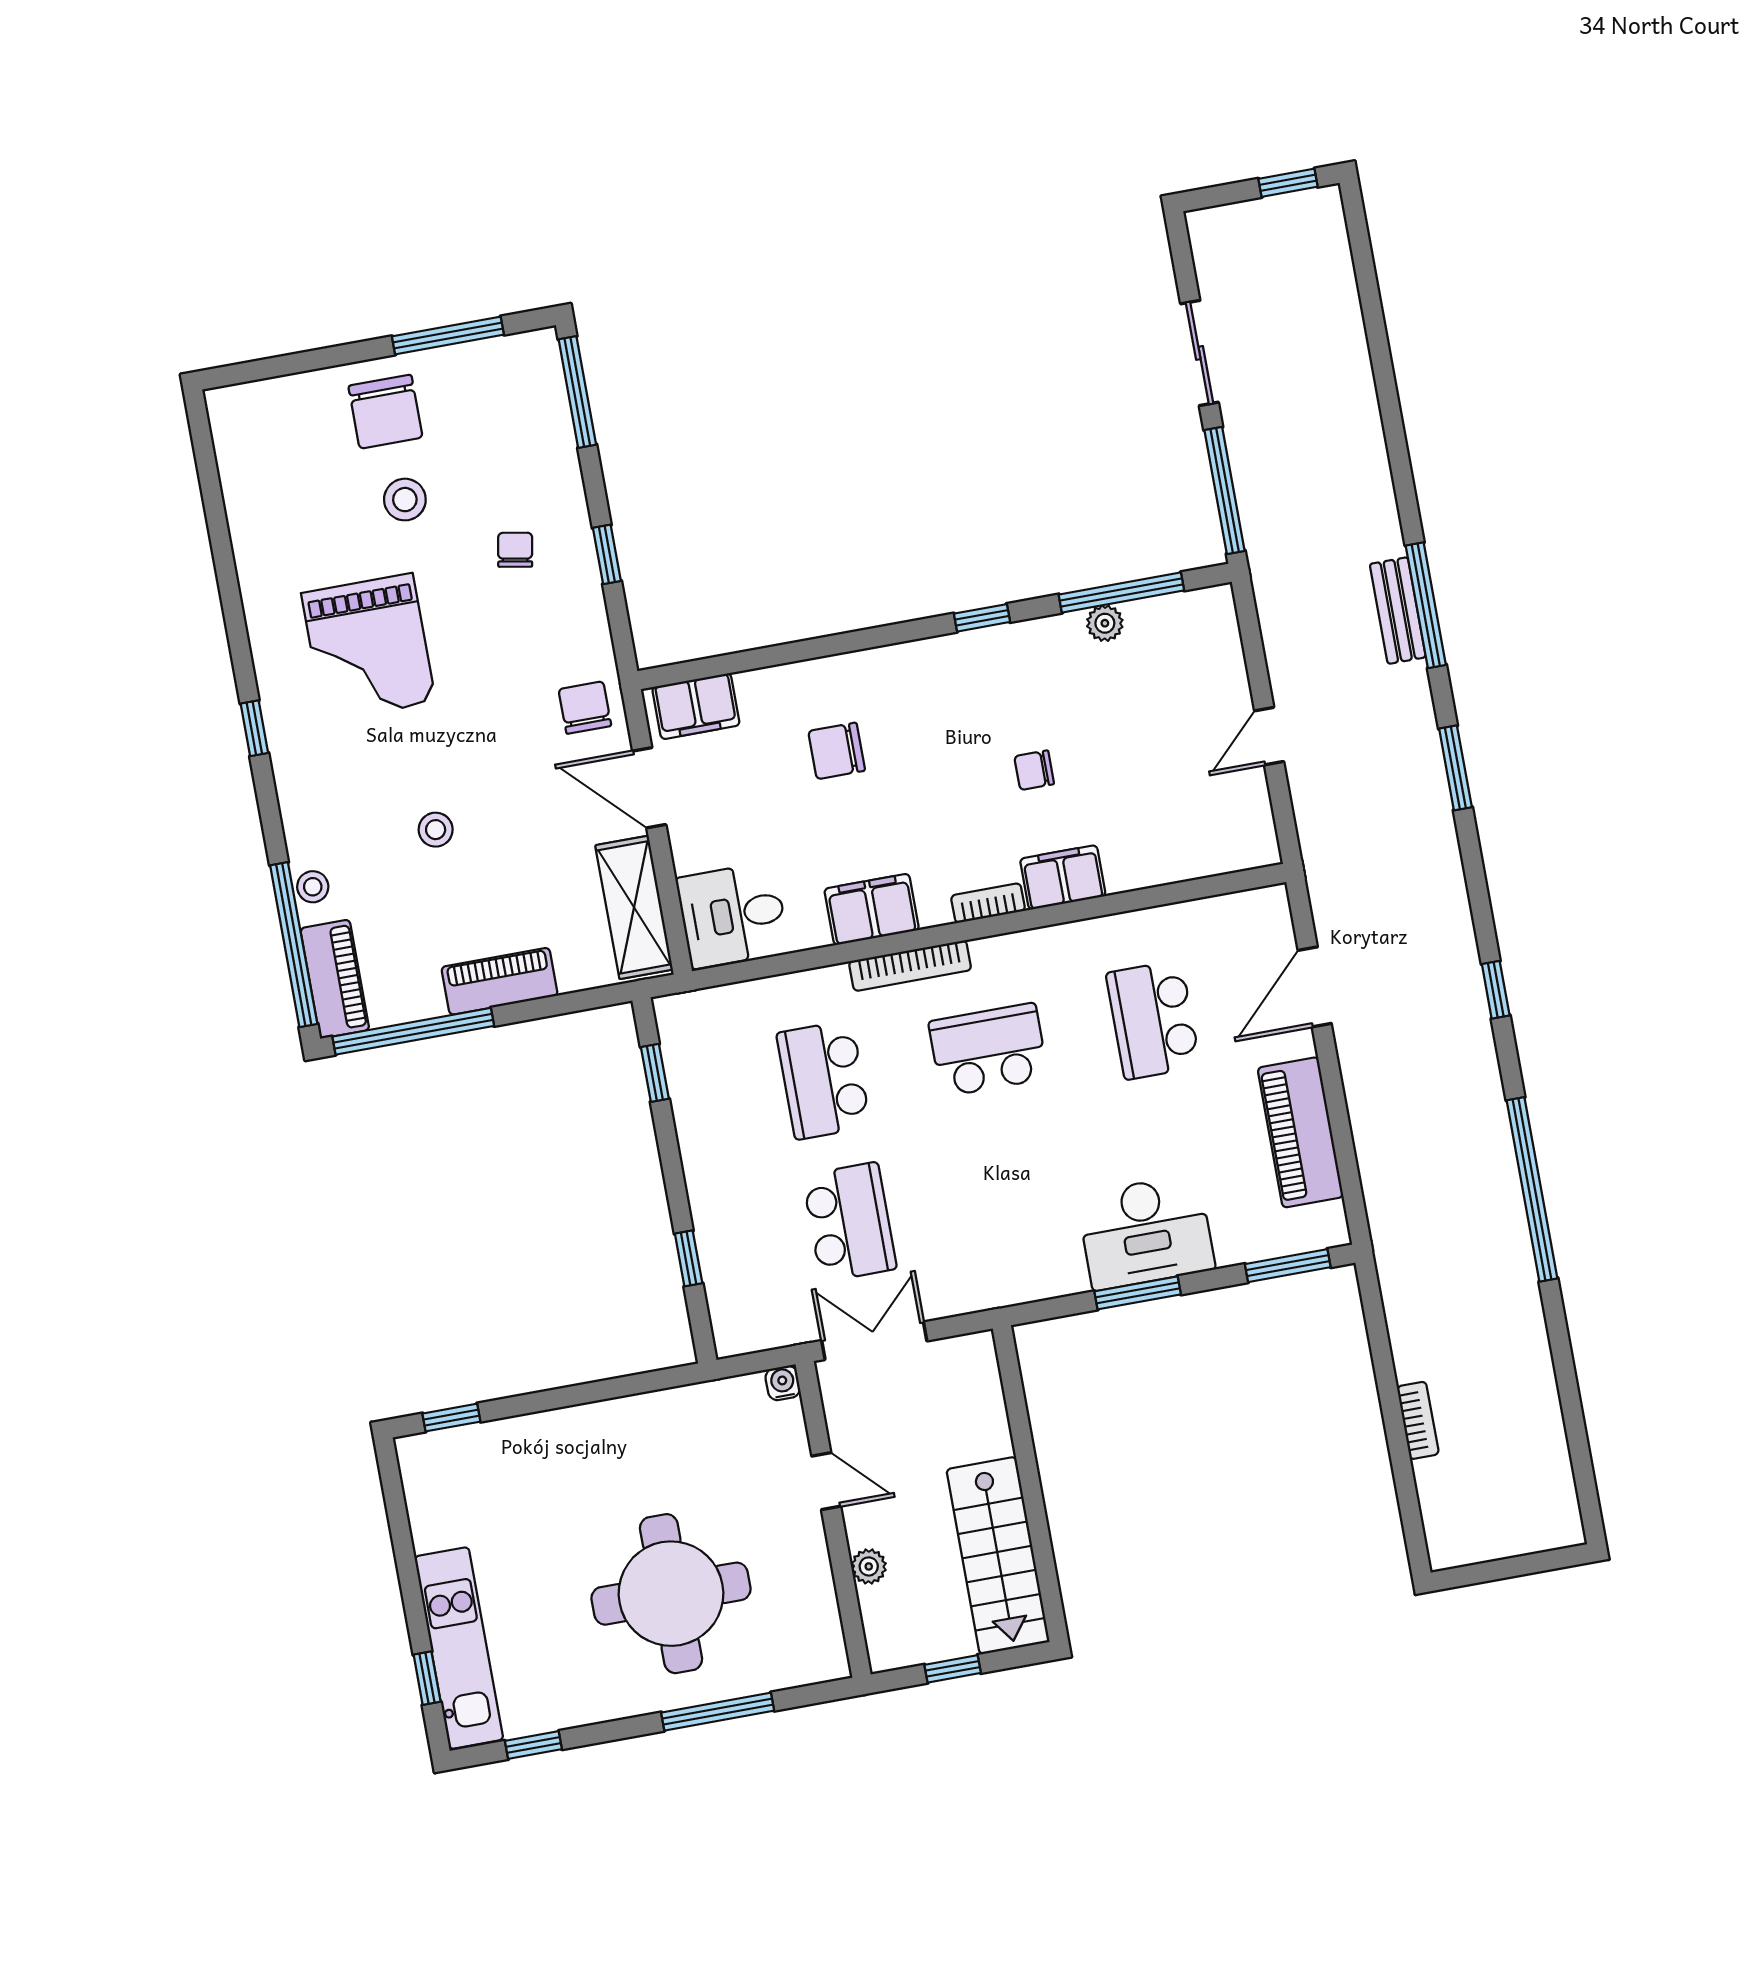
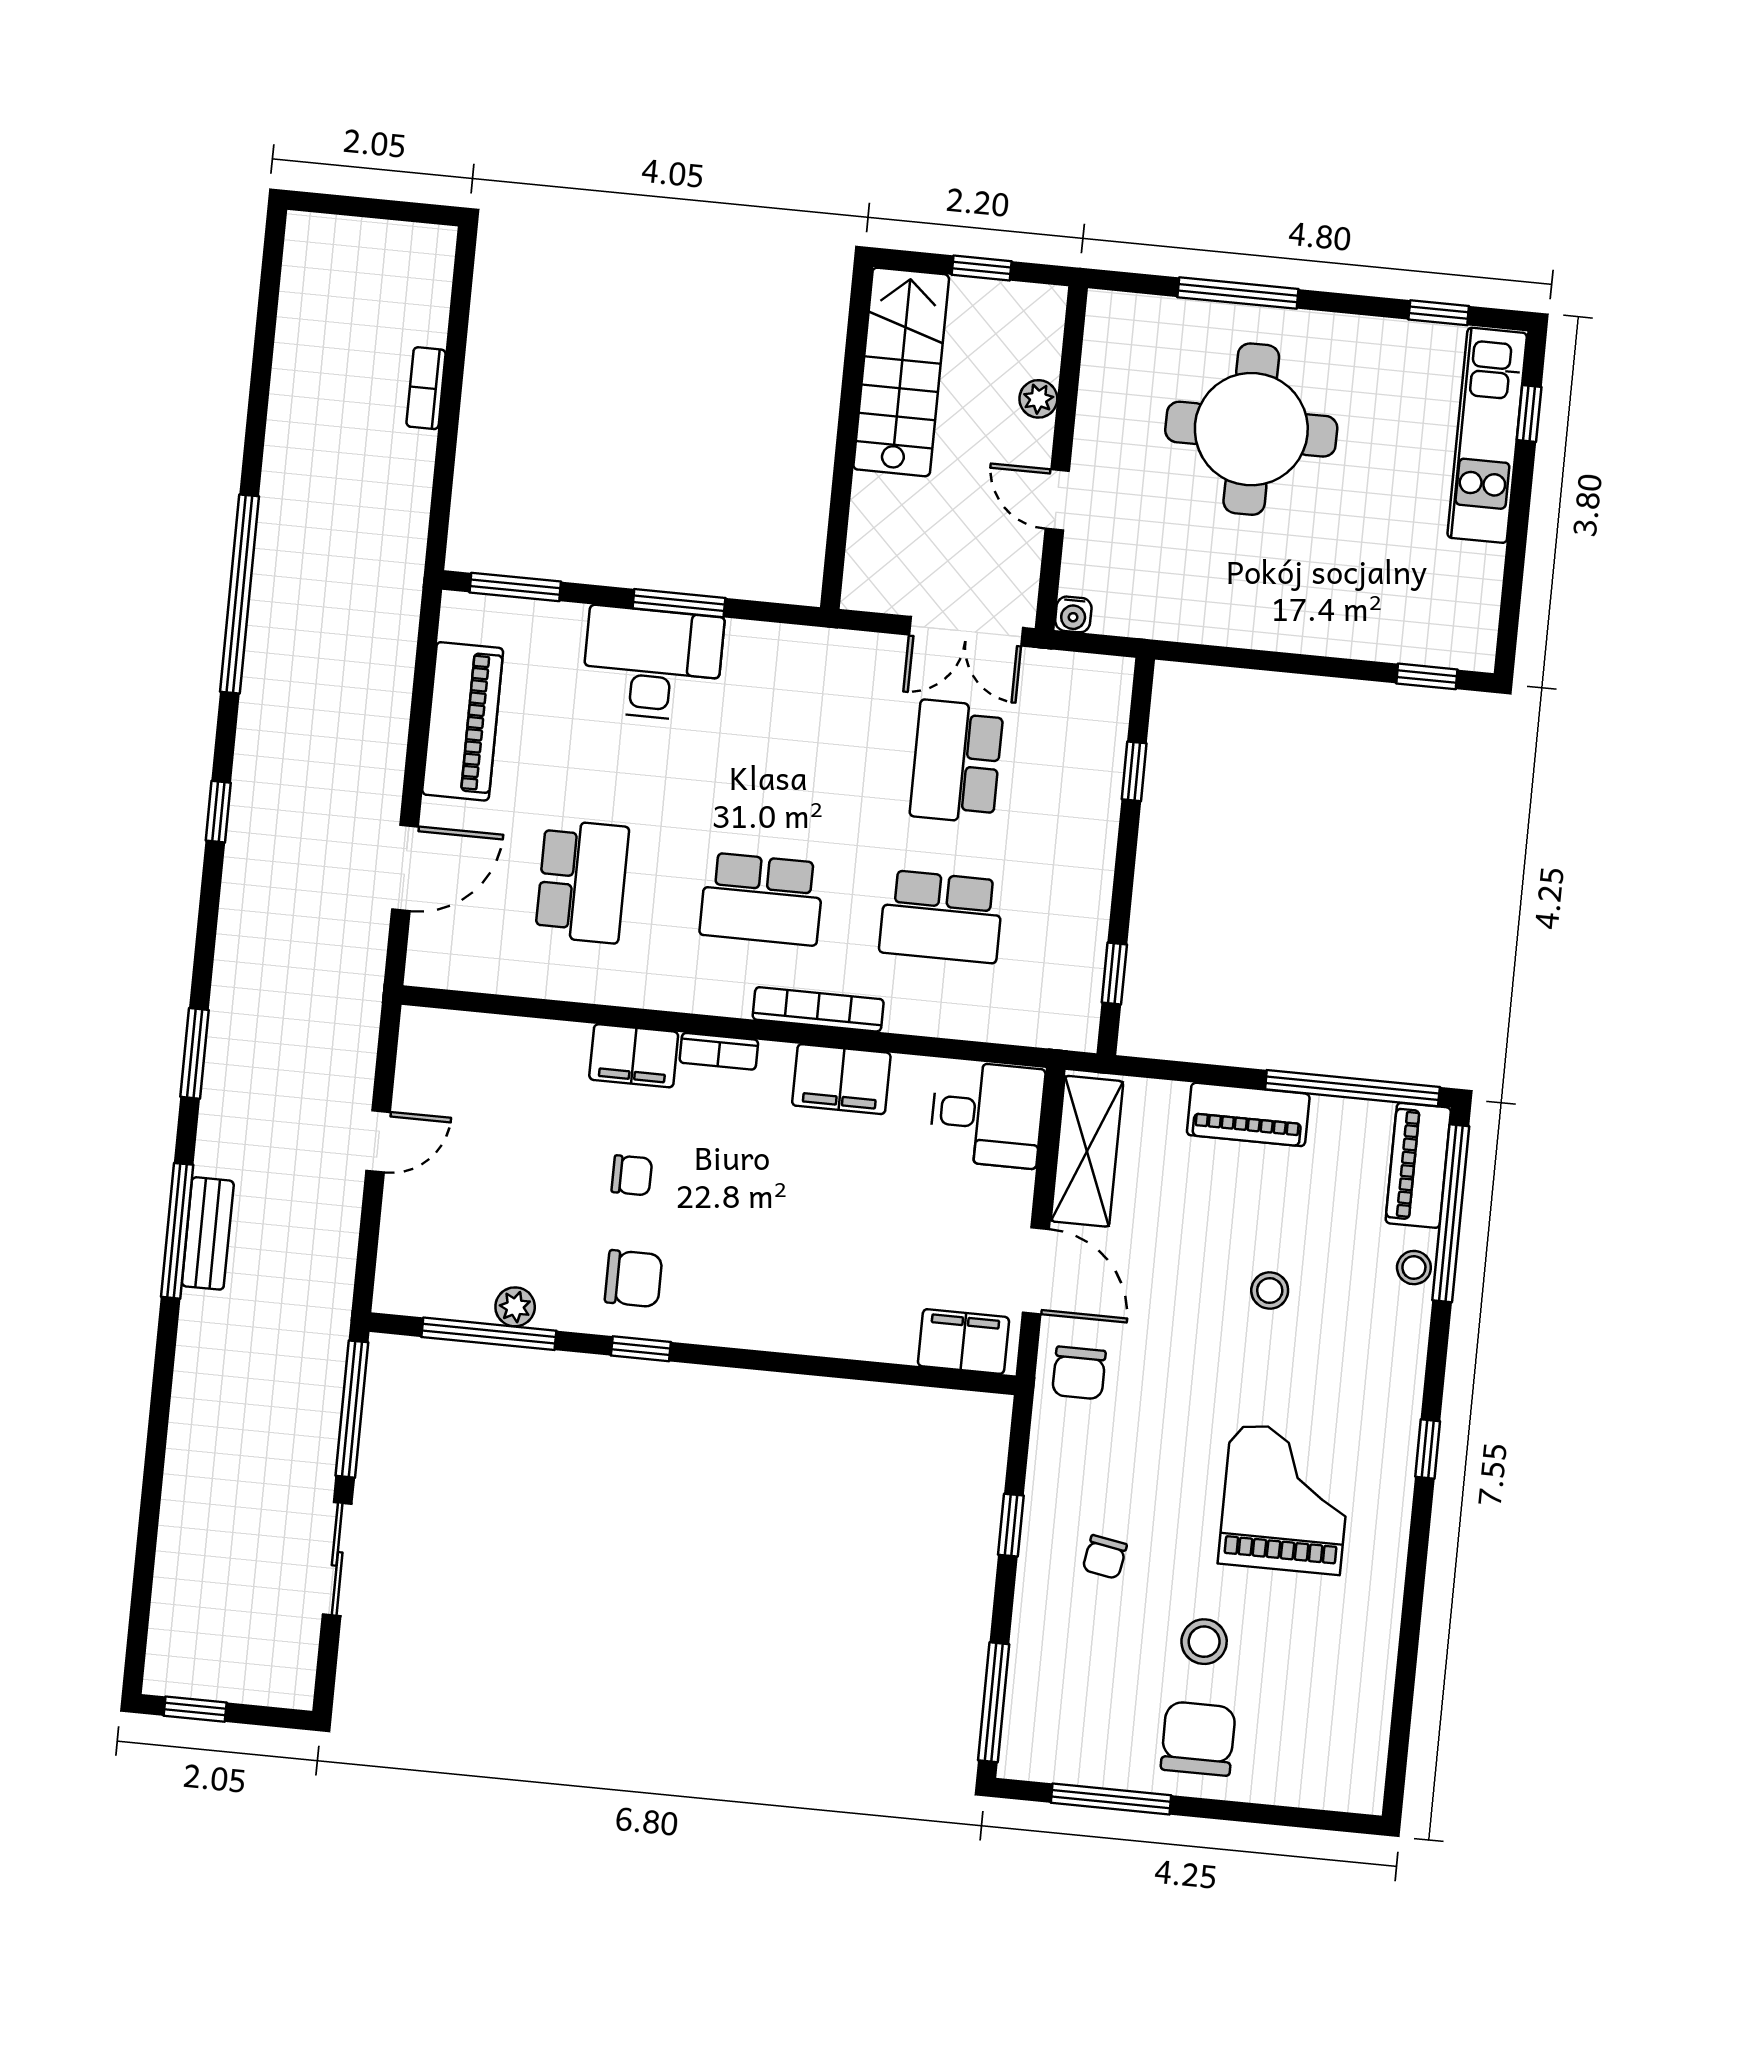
chair: (837, 751) -> (634, 1279), moved
school desk: (824, 1080) -> (941, 917), turned 90

